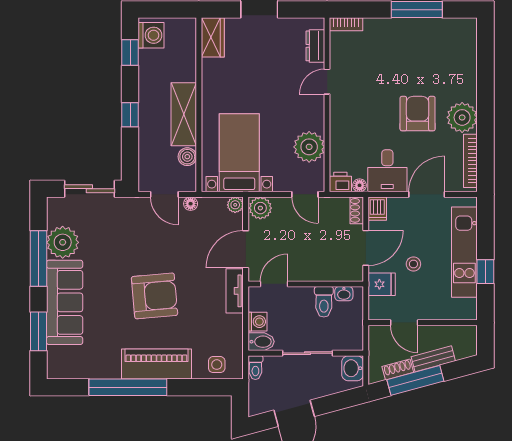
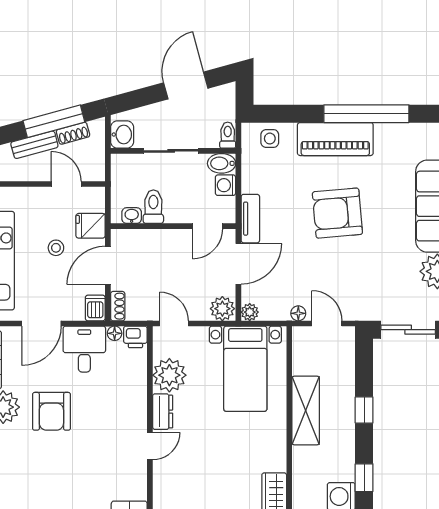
dresser: (315, 46) -> (163, 412), moved
boiler: (187, 157) -> (302, 365), removed

